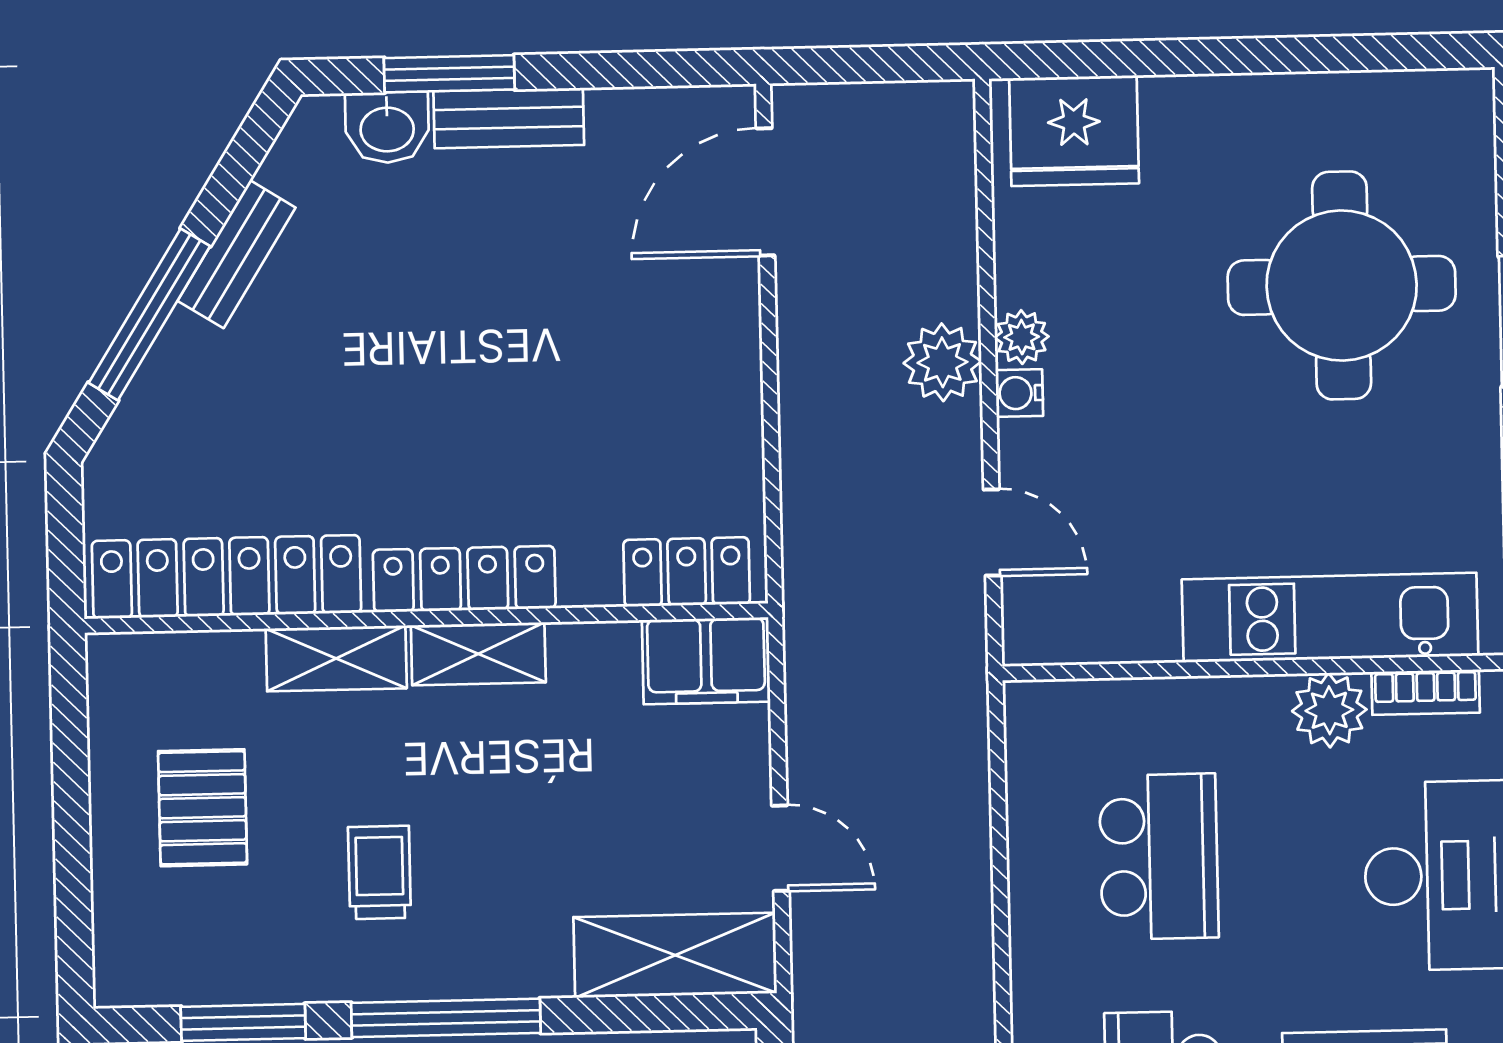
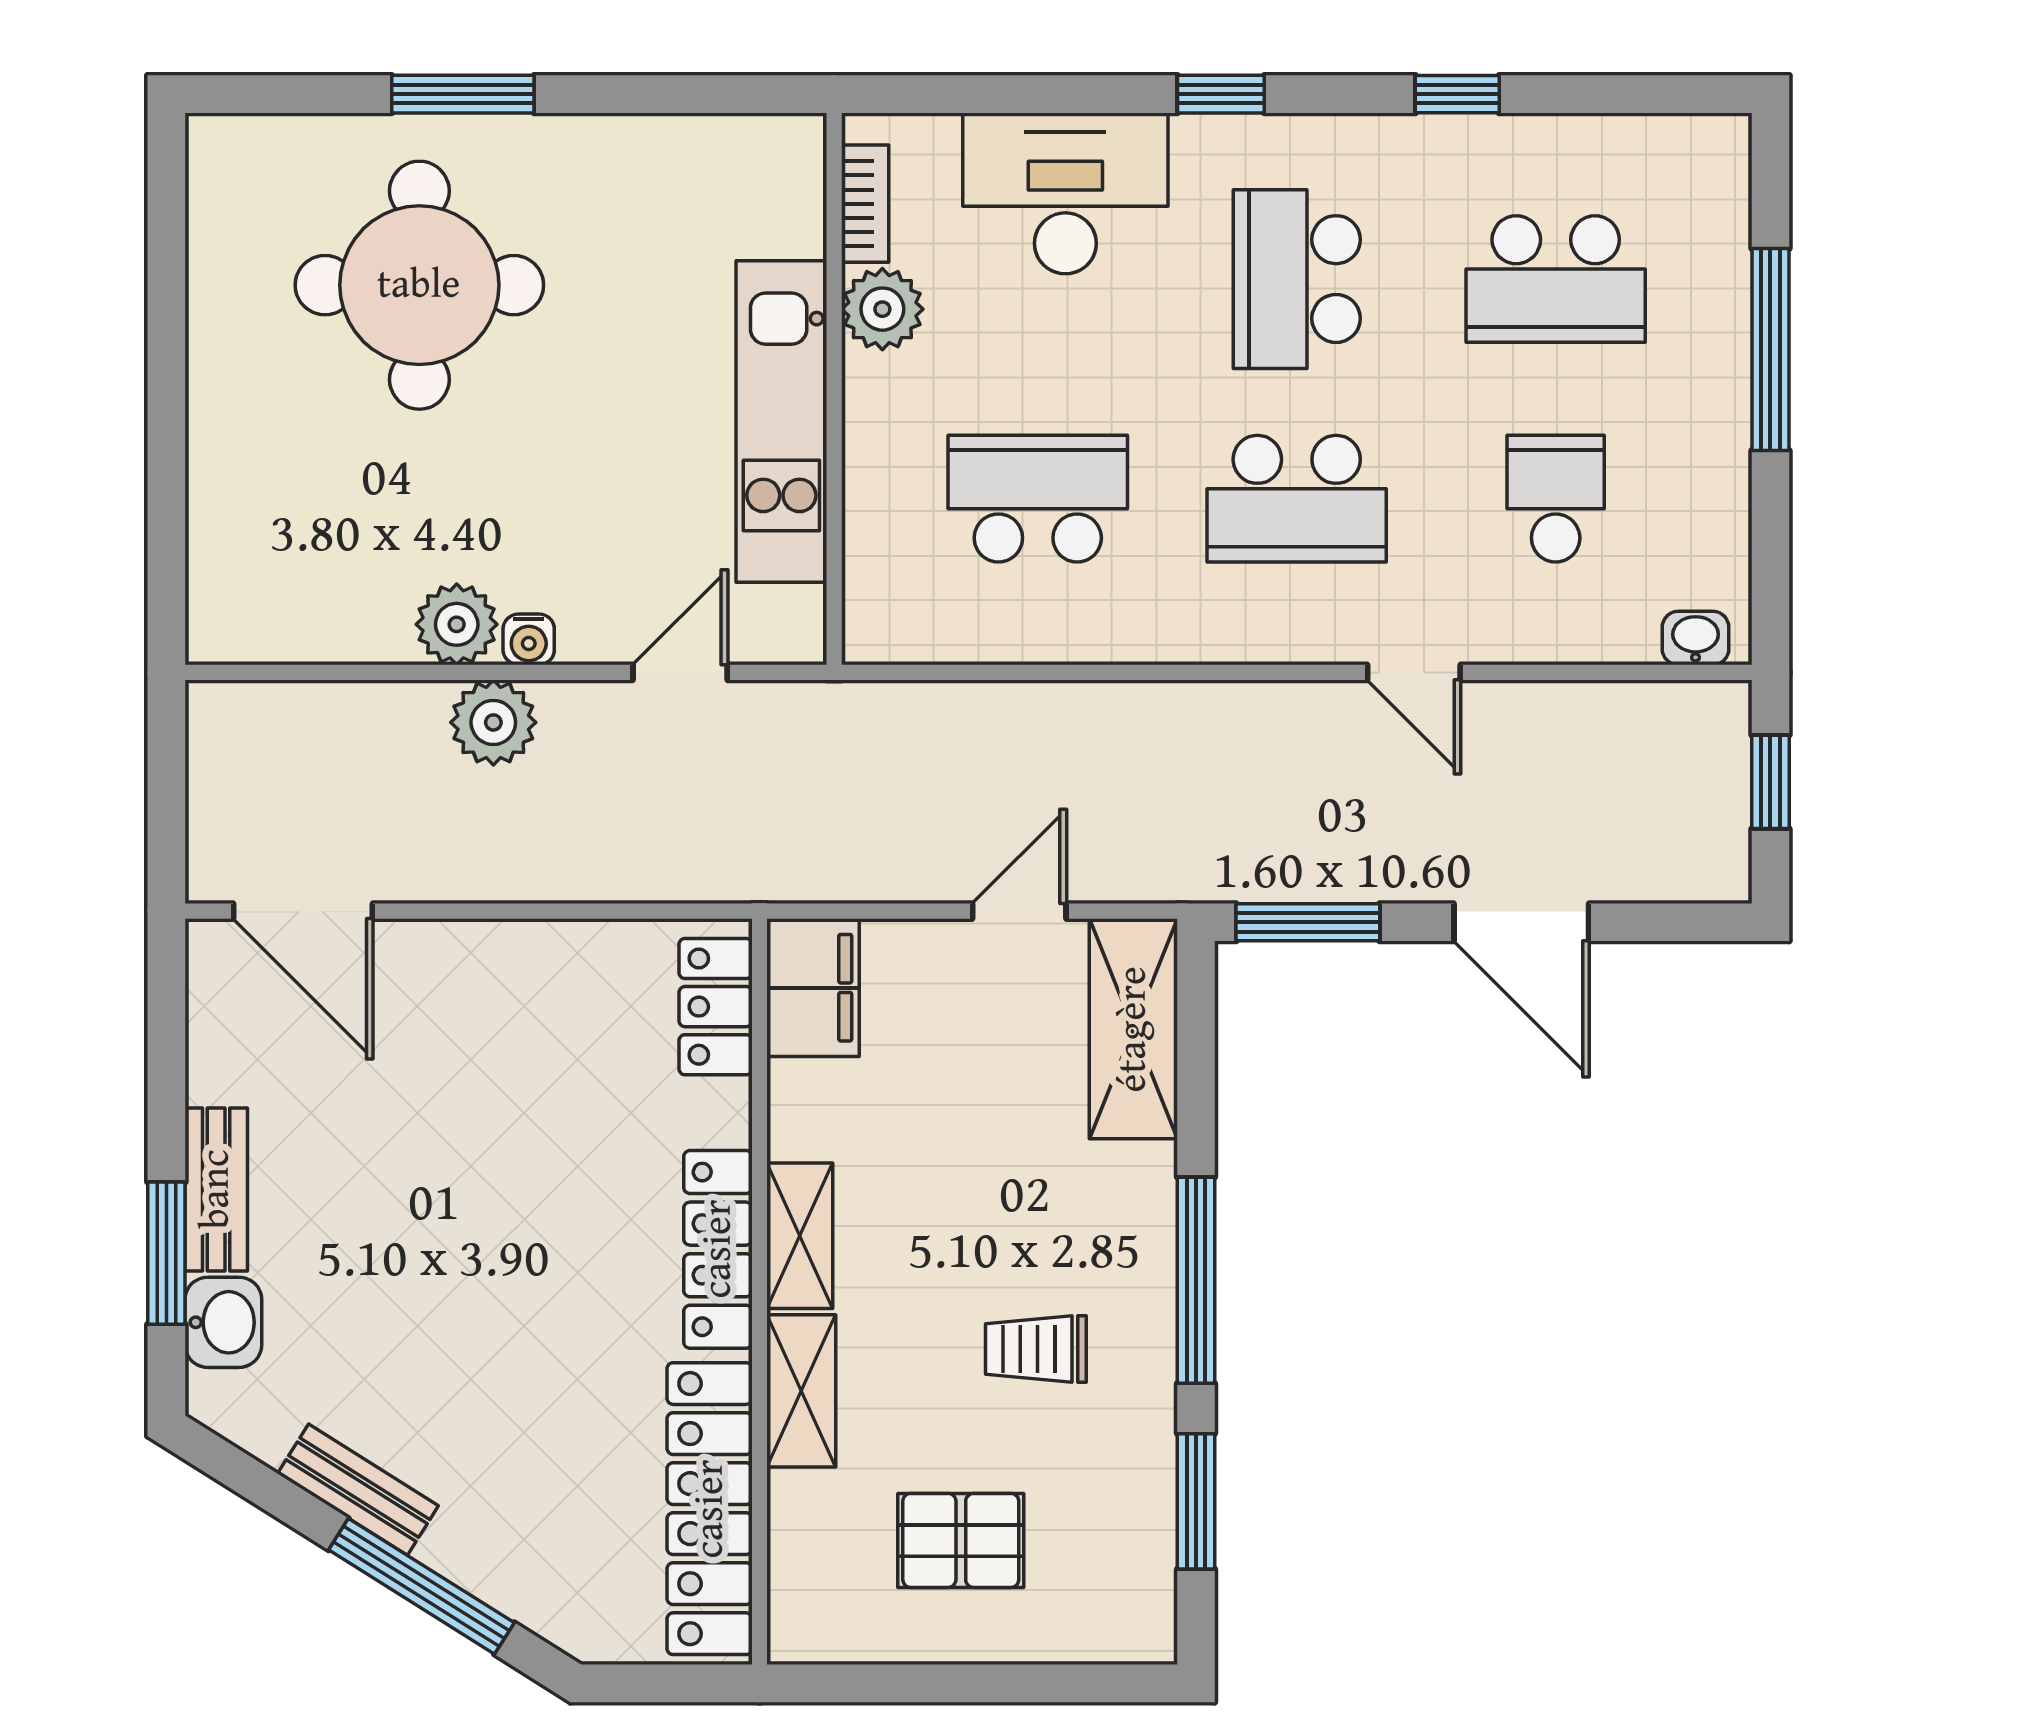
fridge: (1074, 131) -> (244, 573), removed
plant: (1022, 337) -> (457, 624), width x1.38, depth x1.38
kitchen unit: (1330, 618) -> (781, 421), moved

